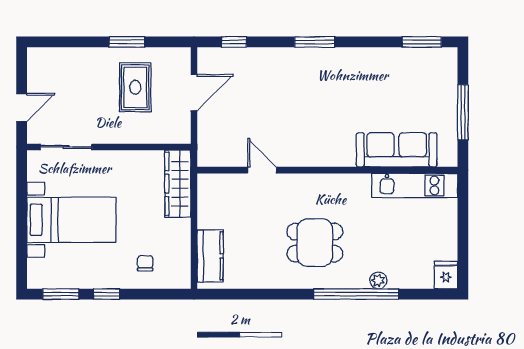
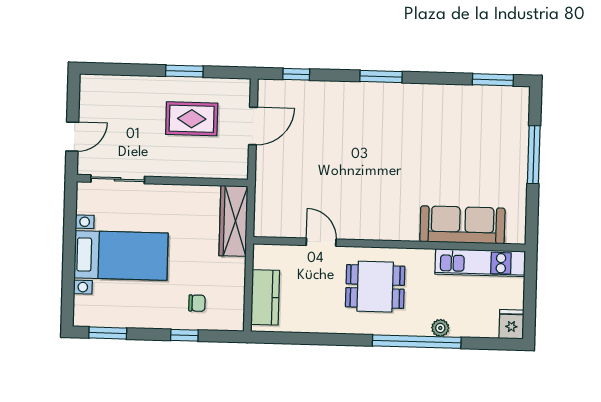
rug: (135, 87) -> (192, 119), turned 90
sofa: (397, 150) -> (462, 225), moved
door: (262, 170) -> (321, 242), moved
wall: (327, 170) -> (389, 244), moved
kitchen unit: (415, 185) -> (480, 263), moved
chair: (145, 263) -> (197, 303), turned 90
window: (107, 294) -> (184, 335), moved

